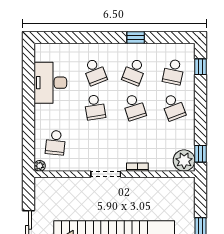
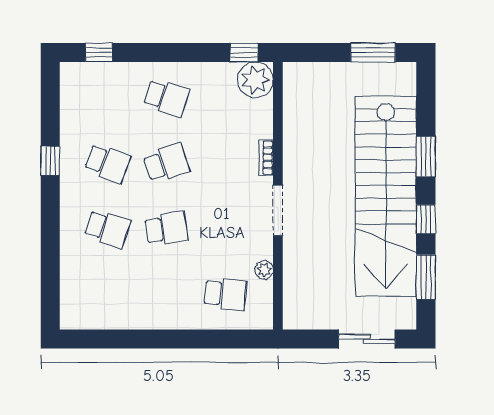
school desk: (95, 72) -> (107, 229), turned 39
school desk: (173, 72) -> (107, 98), removed
desk: (50, 83) -> (126, 303), removed
school desk: (173, 107) -> (166, 98), turned 39
plant: (40, 166) -> (264, 270), moved

